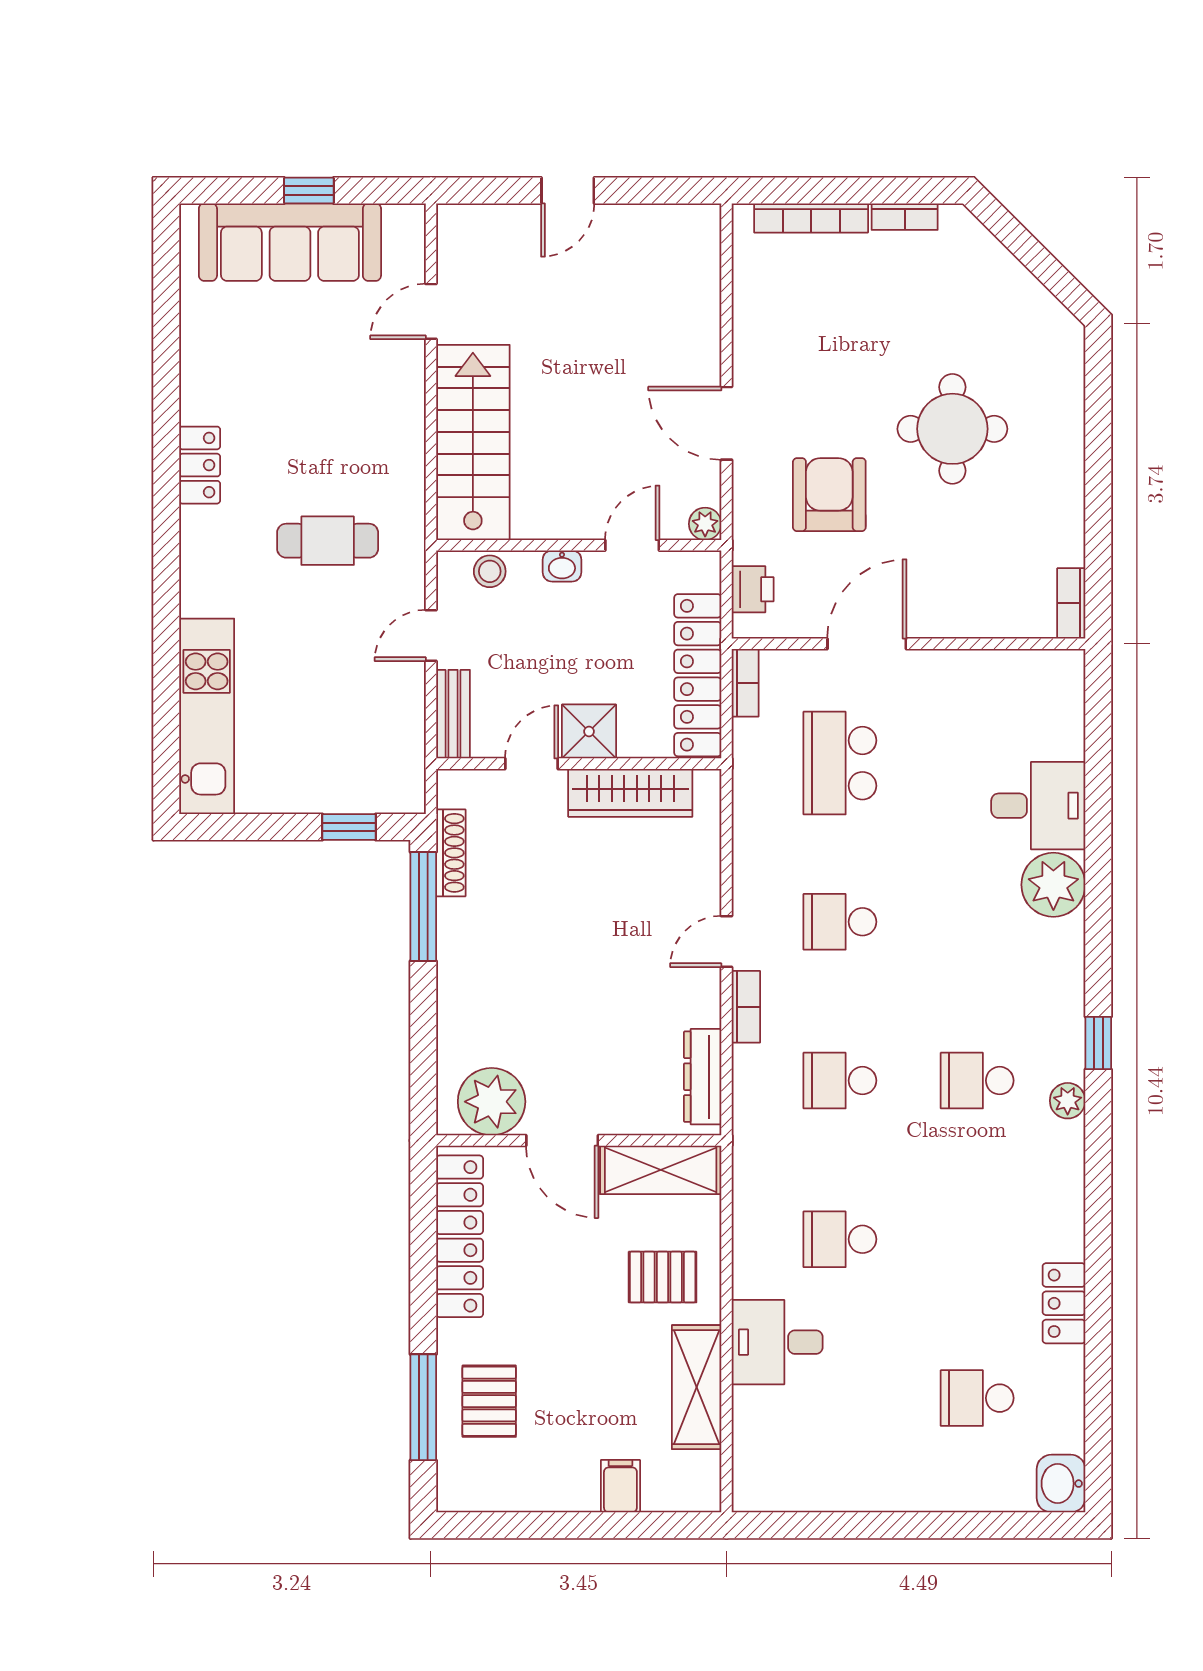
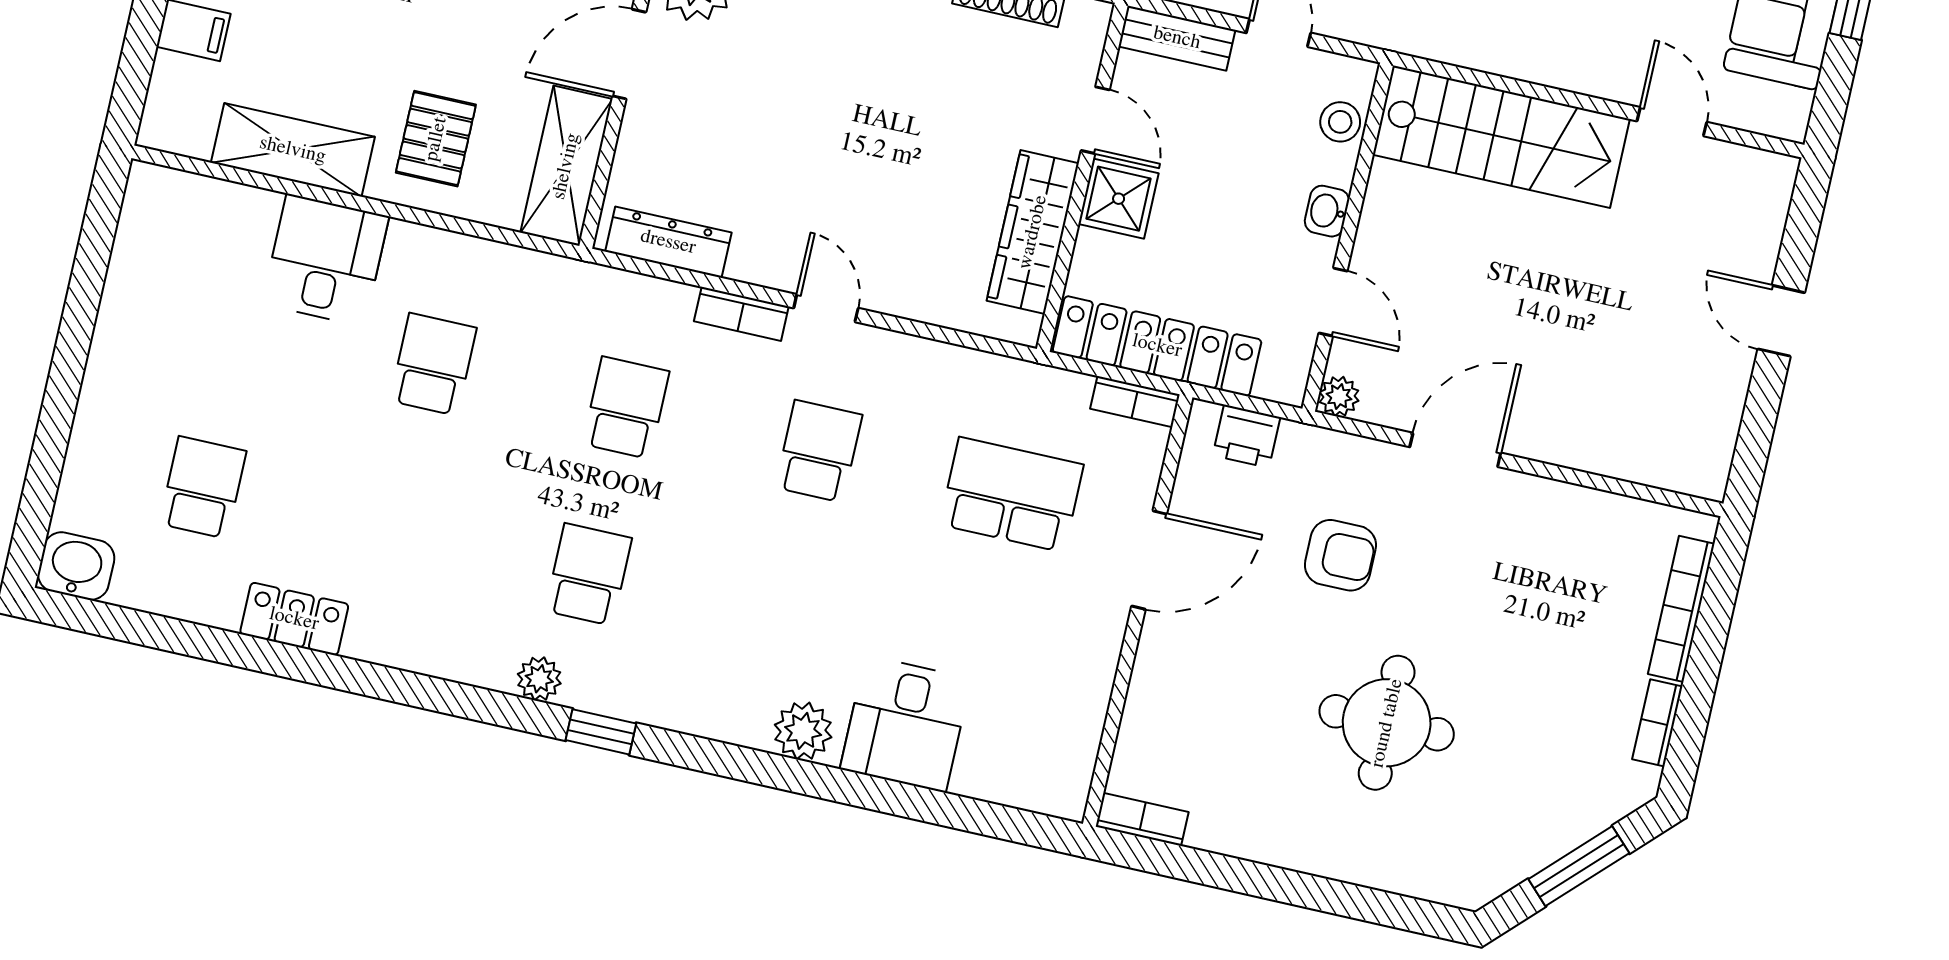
window: (1031, 253) -> (1579, 866), added
armchair: (829, 495) -> (1340, 555), width x0.72, depth x0.72
door: (867, 644) -> (1149, 560), hinge flipped
plant: (1053, 885) -> (803, 731), width x0.73, depth x0.73

